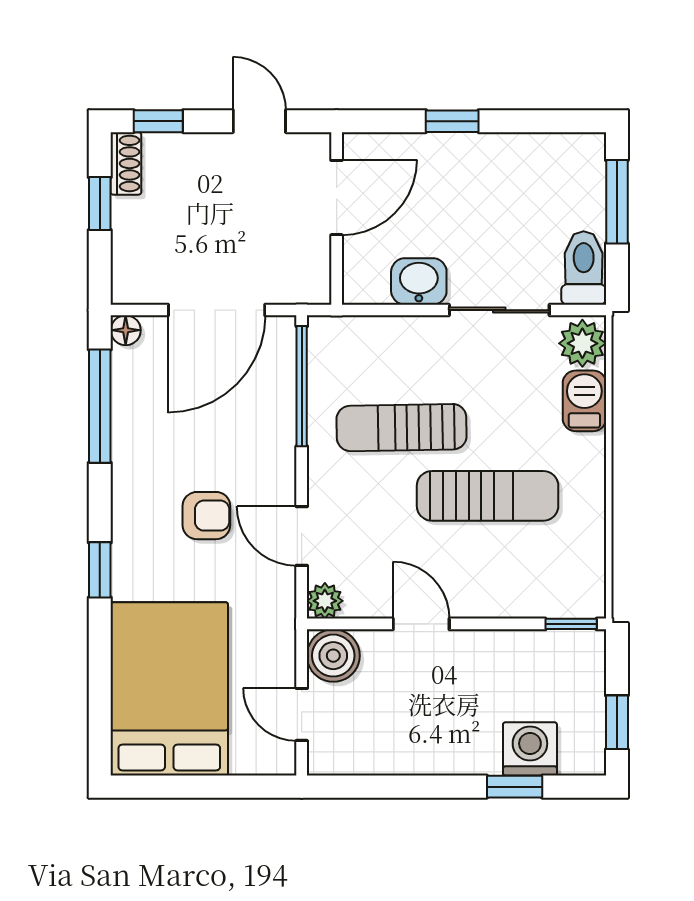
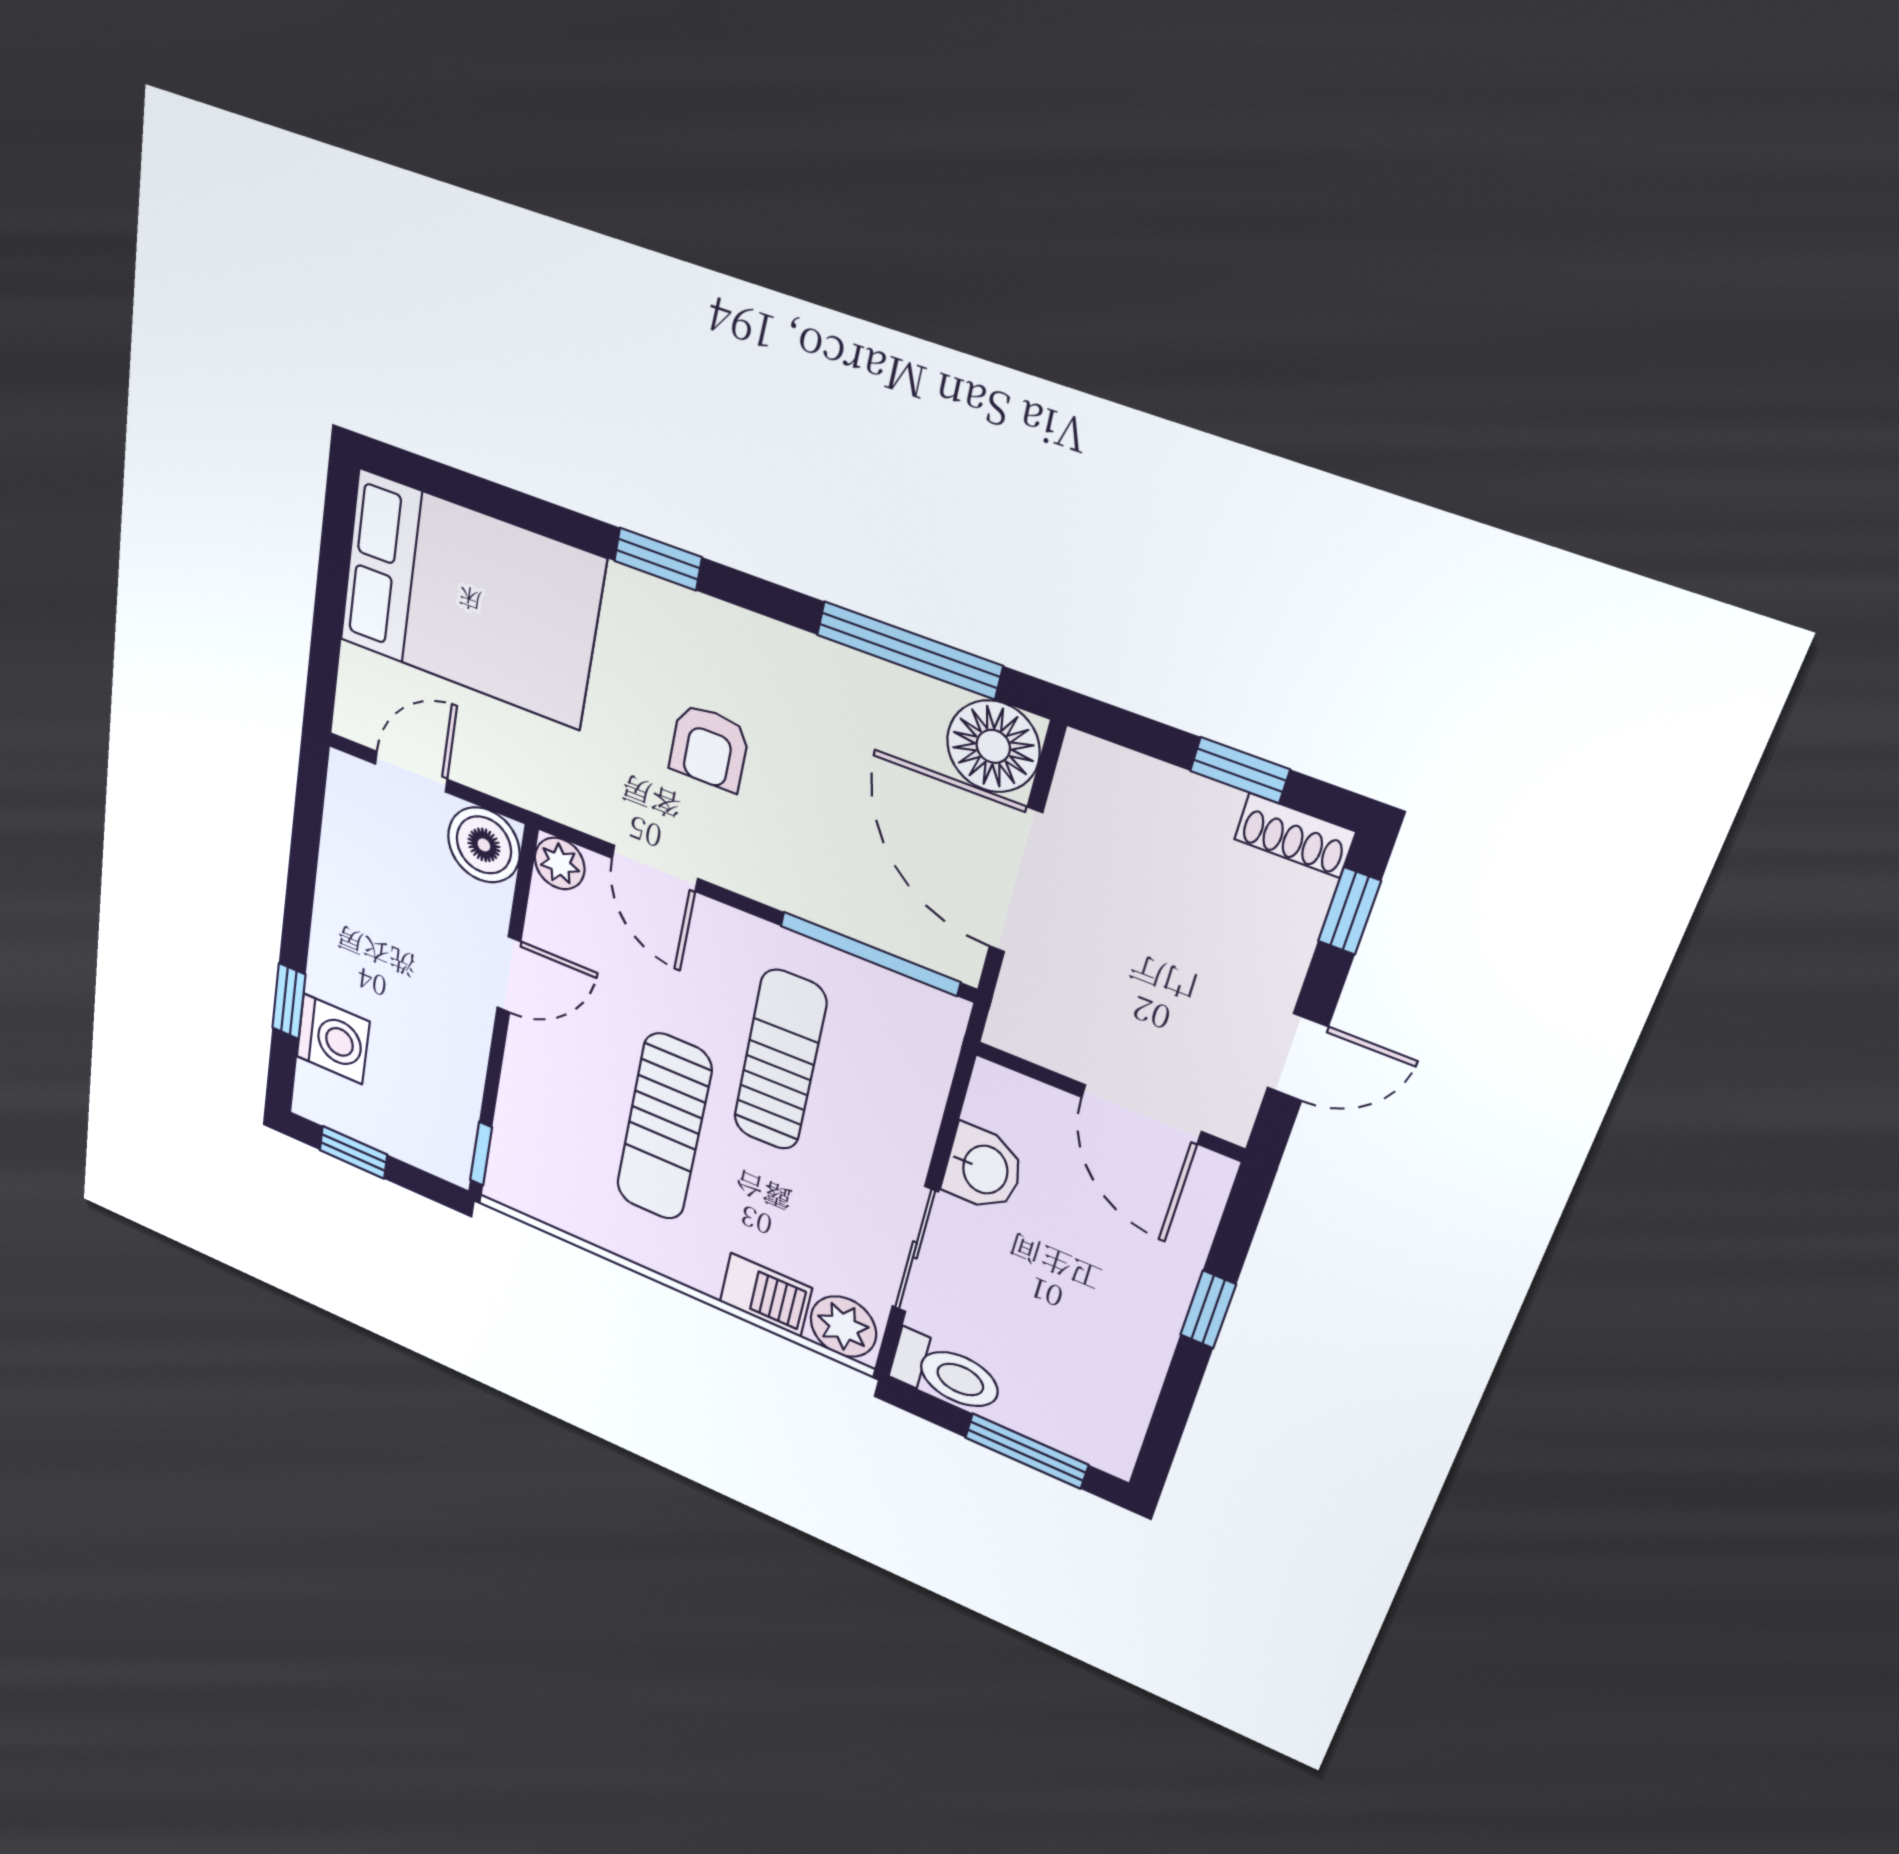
floor lamp: (126, 330) -> (993, 746), width x1.89, depth x1.89
door: (302, 536) -> (655, 868), swing flipped

